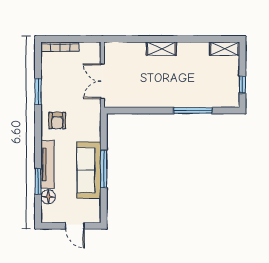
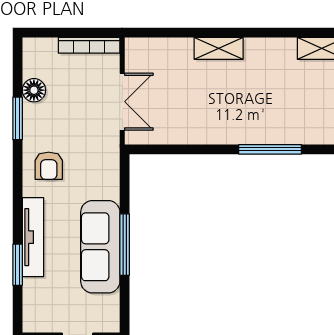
bookcase: (60, 47) -> (89, 45), moved
double door: (102, 81) -> (122, 102), swing flipped
floor lamp: (48, 197) -> (34, 90), moved

